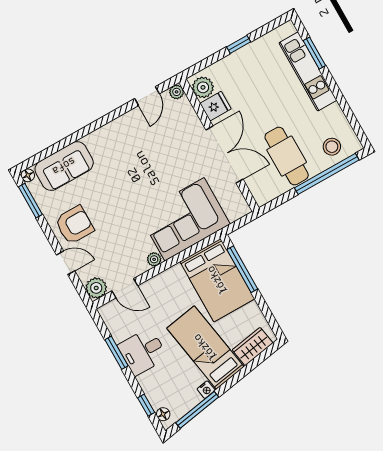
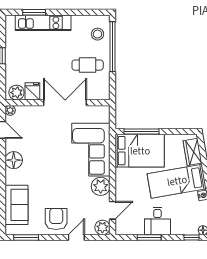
cafe table: (287, 156) -> (88, 65), width x0.73, depth x0.74
floor lamp: (28, 175) -> (14, 160), moved, width x1.89, depth x1.89
plant: (154, 259) -> (101, 186), width x1.87, depth x1.87

